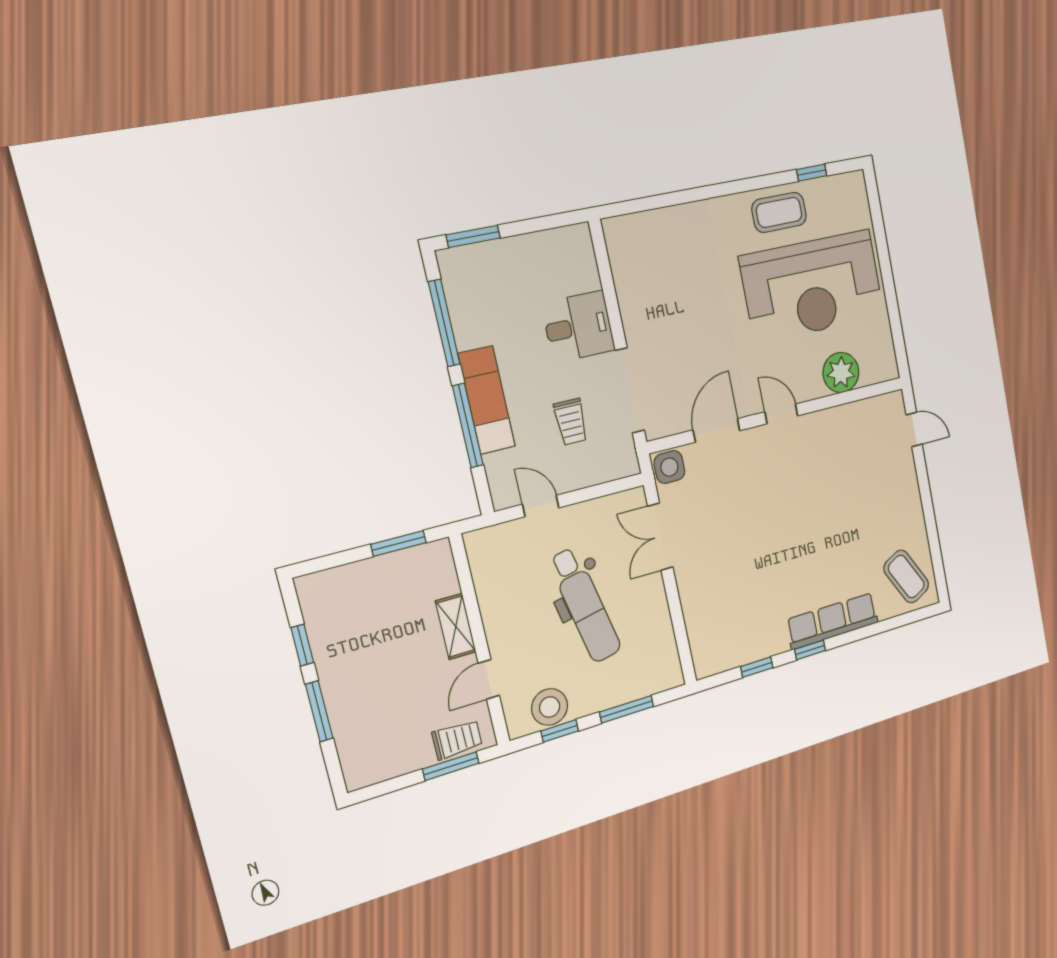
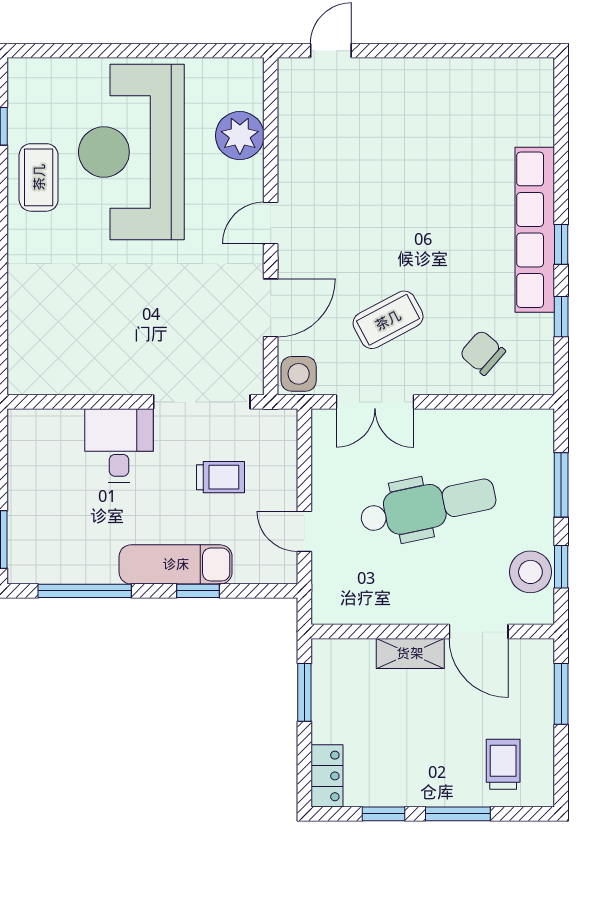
reception desk: (813, 286) -> (131, 152), turned 180
window: (468, 425) -> (198, 591), width x0.46
door: (717, 430) -> (271, 308), swing flipped
door: (541, 506) -> (304, 531), hinge flipped
coffee table: (906, 577) -> (388, 320), moved
locker: (326, 584) -> (327, 776), added
chair: (717, 613) -> (483, 353), added
row of seats: (832, 621) -> (535, 230), width x1.36
door: (489, 679) -> (479, 632), width x1.38
trolley: (457, 739) -> (503, 764), moved

